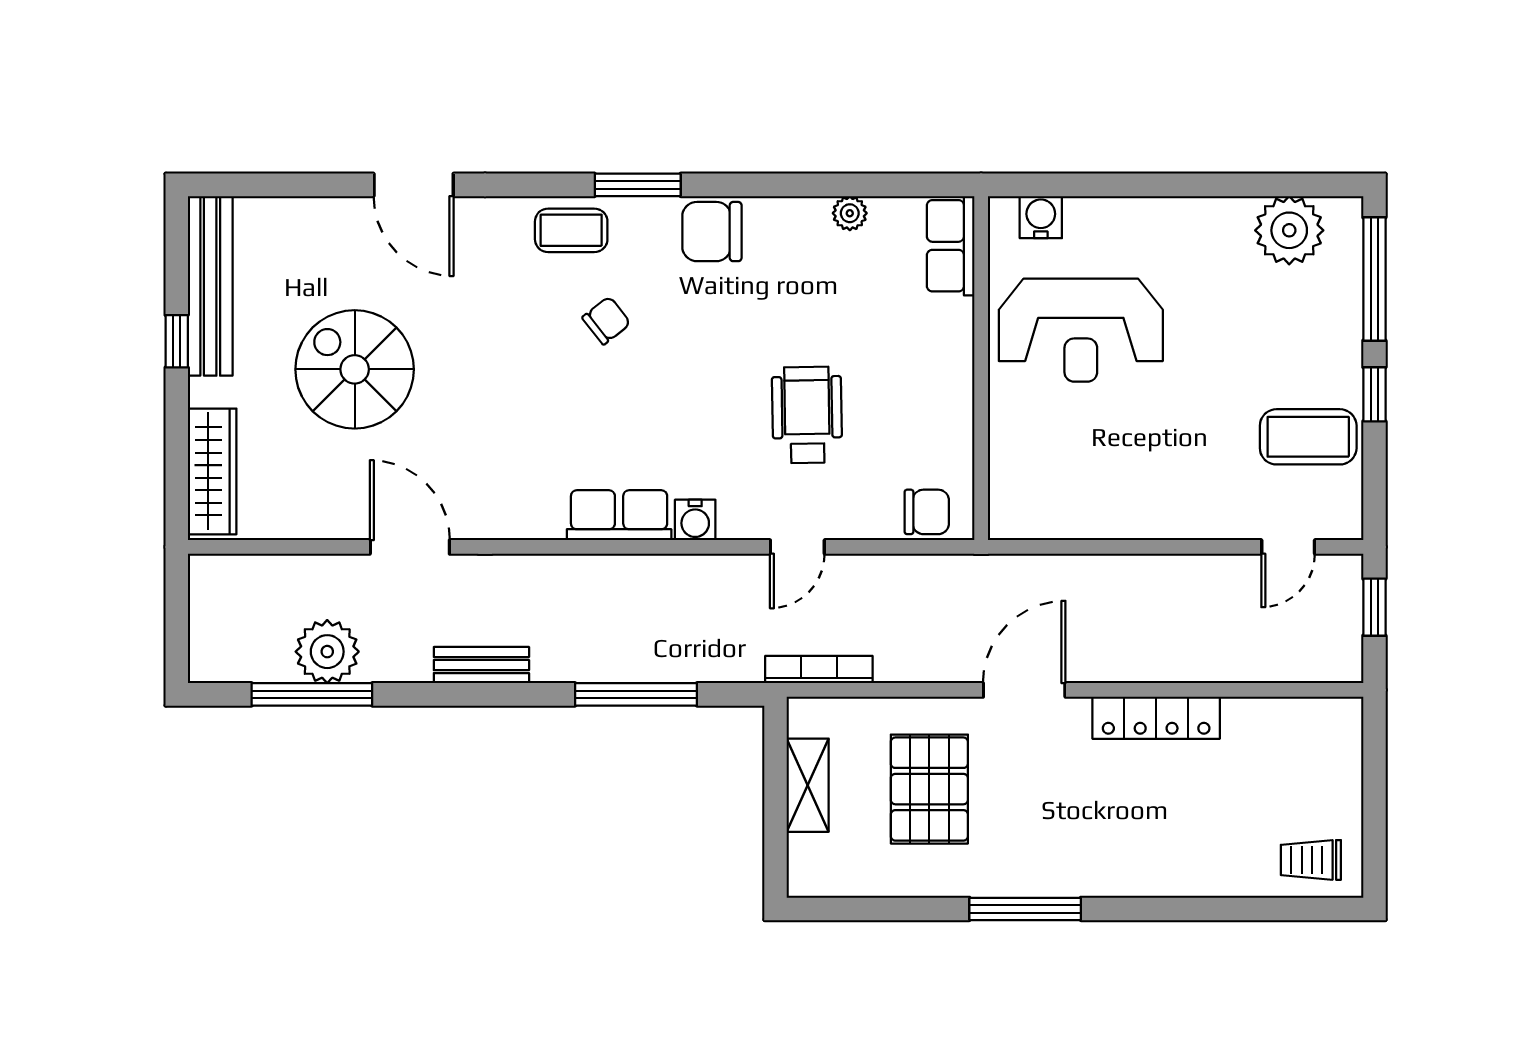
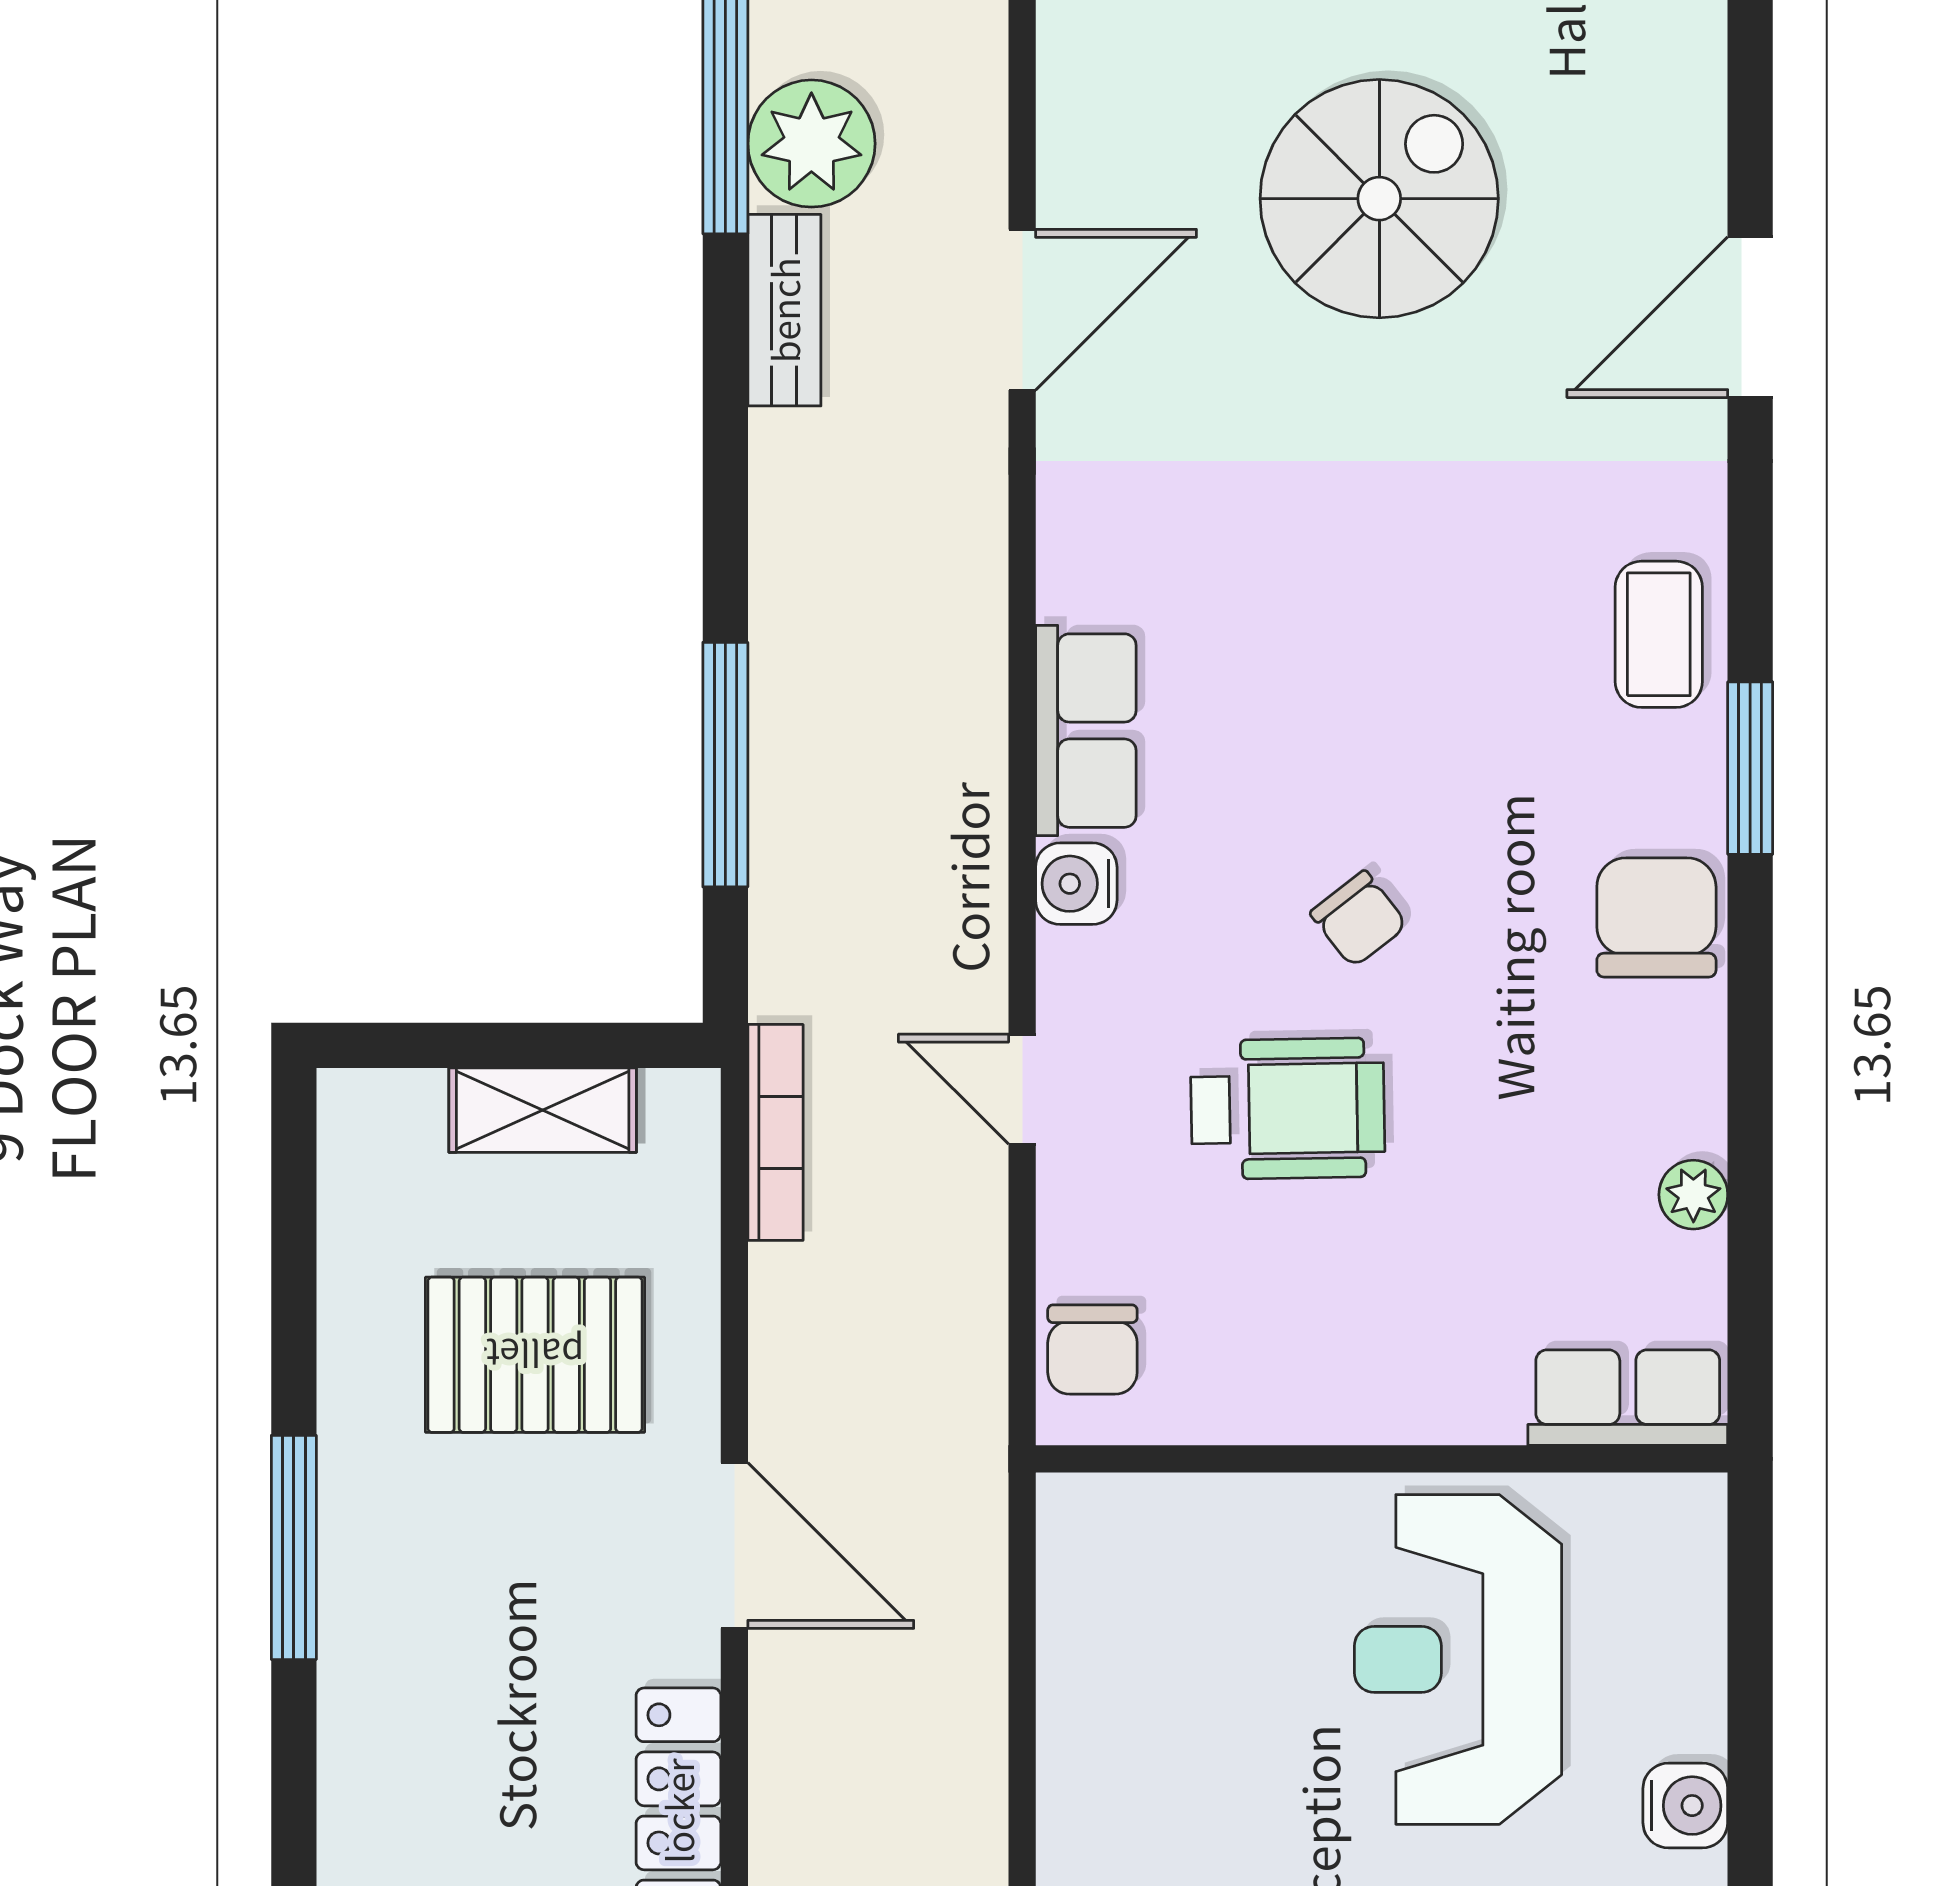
water cooler: (1041, 217) -> (1685, 1806), moved
chair: (606, 320) -> (1359, 919), moved
bench: (481, 665) -> (784, 310), moved

